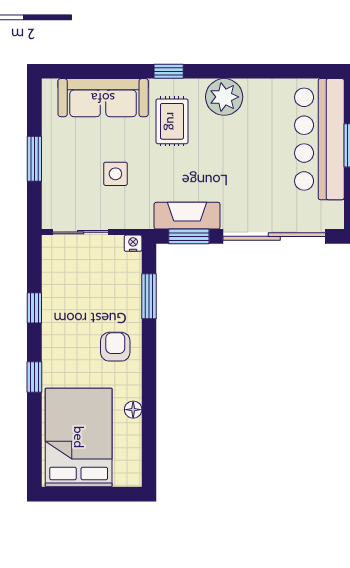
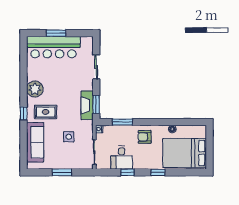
sliding door: (274, 236) -> (96, 67), width x0.54
desk: (68, 294) -> (122, 158), added

